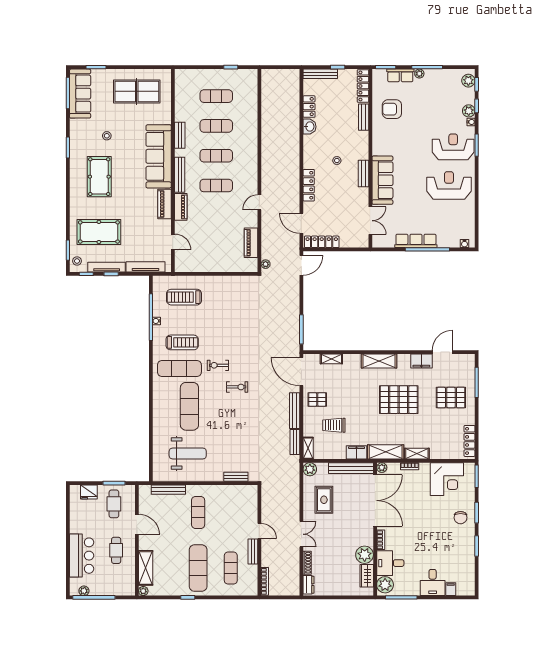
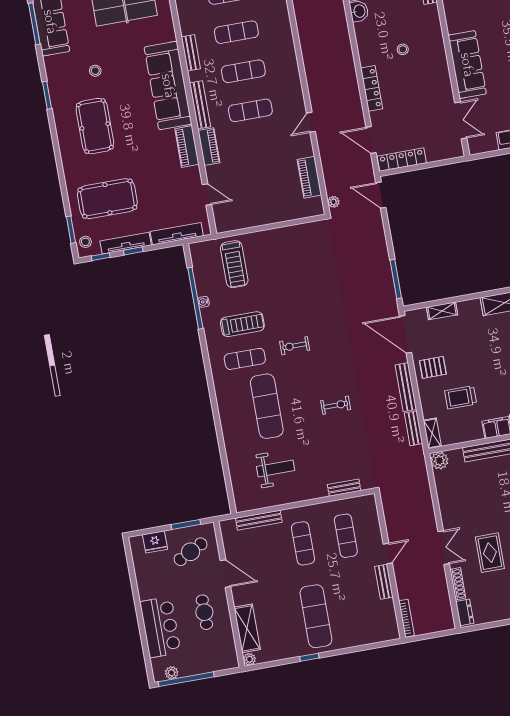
bench: (363, 173) -> (441, 60), removed
door: (301, 265) -> (381, 195), swing flipped
treadmill: (184, 297) -> (234, 264), turned -90
exercise mat: (179, 368) -> (245, 359), width x0.73, depth x0.69
exercise bike: (237, 387) -> (336, 405), moved
weight bench: (188, 454) -> (276, 468), width x0.73, depth x0.75
rug: (324, 500) -> (490, 553), moved
cafe table: (114, 504) -> (191, 552), turned 63
door: (259, 531) -> (388, 553), hinge flipped
exercise mat: (231, 568) -> (346, 536), moved

